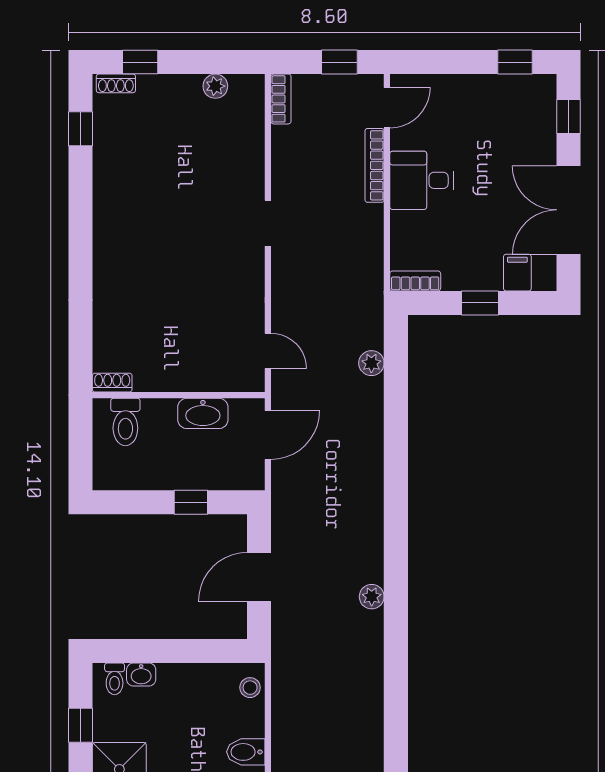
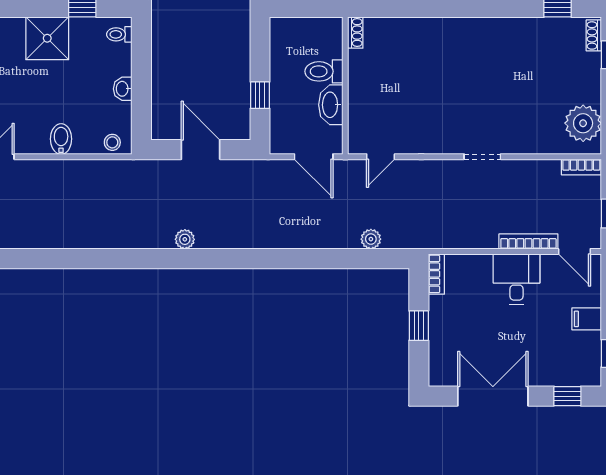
plant: (215, 86) -> (583, 123), width x1.88, depth x1.88
filing cabinet: (517, 273) -> (587, 319), moved, turned 180
toilet: (125, 422) -> (324, 71), moved
washbasin: (141, 675) -> (123, 89), moved

